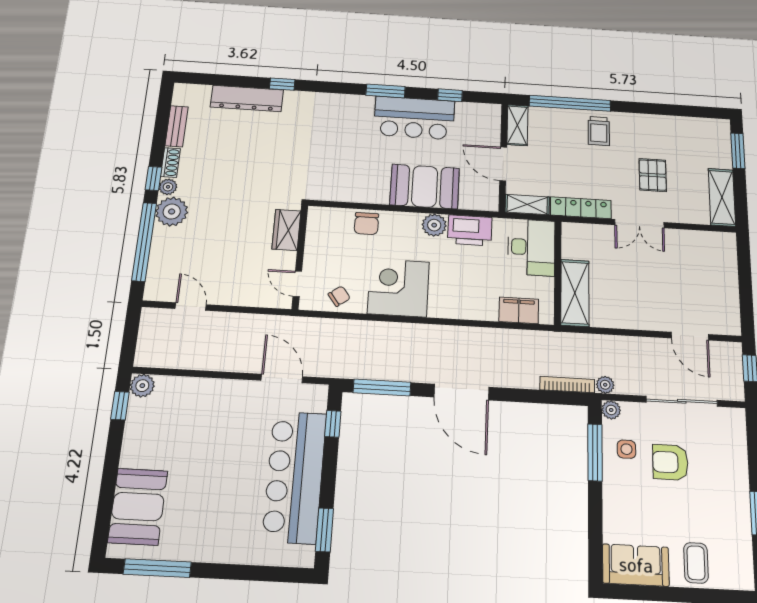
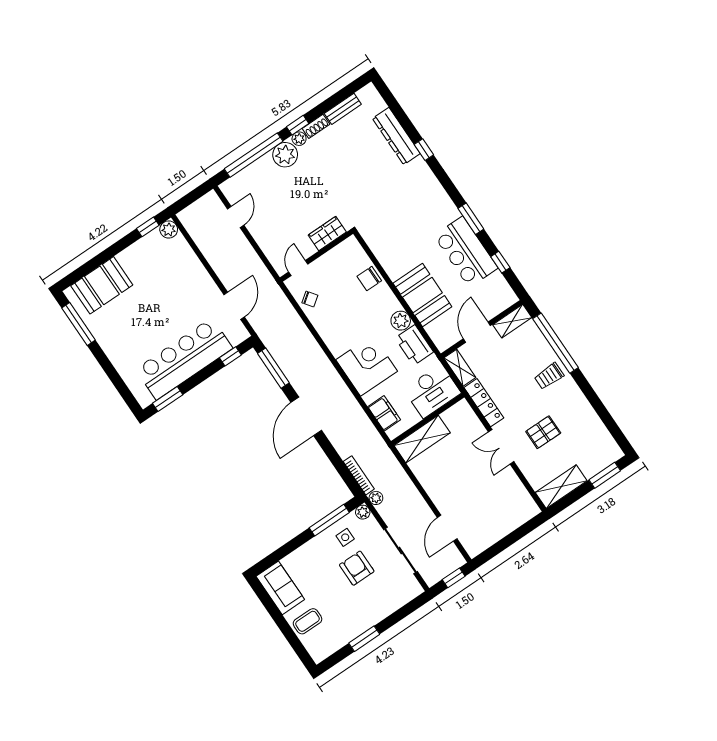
corner desk: (398, 288) -> (367, 365), moved

